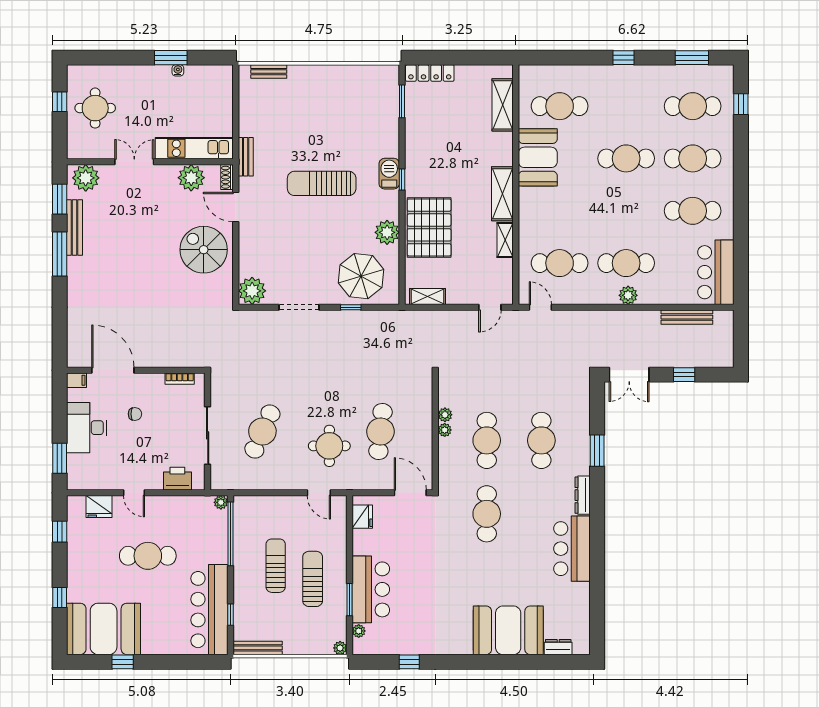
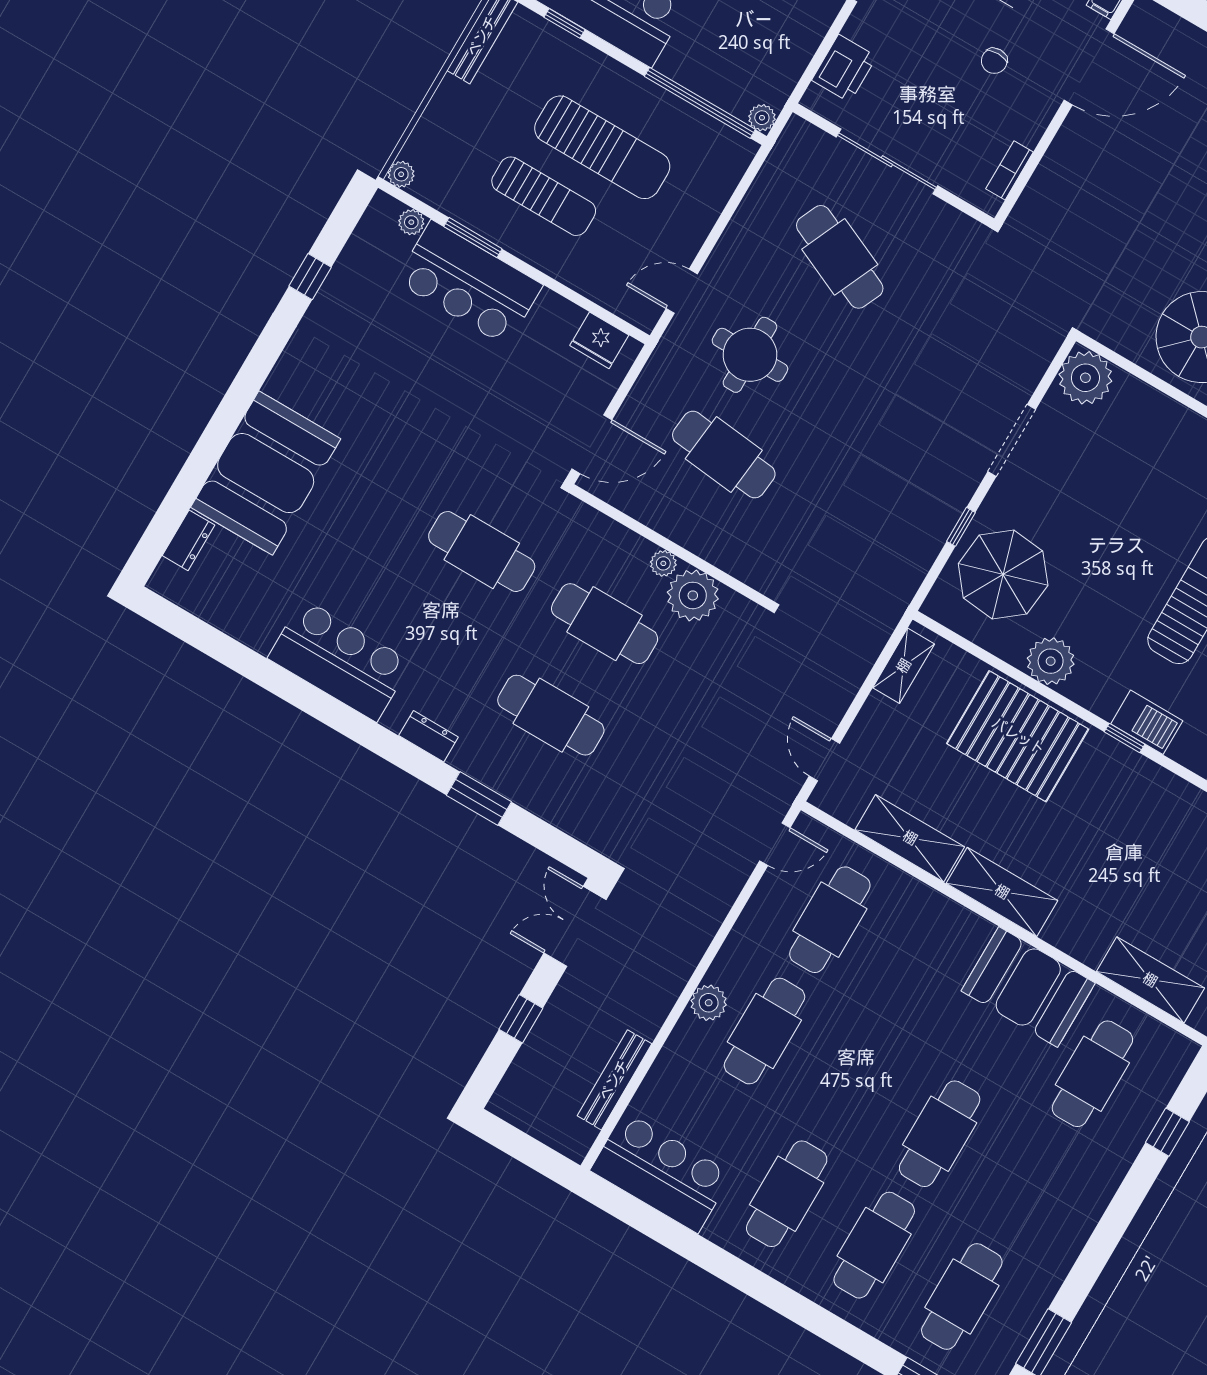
window: (623, 58) -> (1167, 1132), moved
shelving: (505, 240) -> (910, 838), width x1.50, depth x1.33
plant: (445, 415) -> (693, 595), width x1.88, depth x1.88
dresser: (583, 495) -> (429, 736), width x0.70
sun lounger: (276, 566) -> (602, 147), width x1.36, depth x1.34

